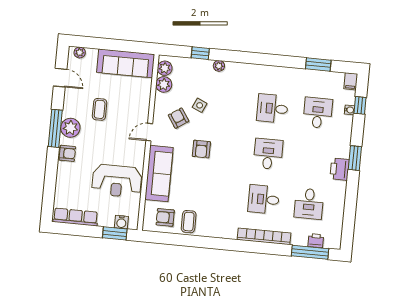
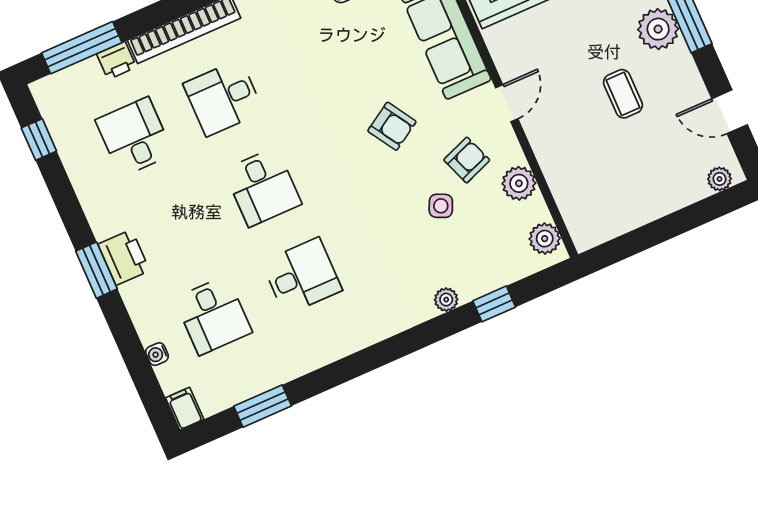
sofa: (126, 63) -> (623, 207), removed
plant: (164, 84) -> (519, 183), moved
window: (360, 105) -> (39, 140), moved
armchair: (179, 118) -> (467, 160), turned -77
armchair: (201, 149) -> (392, 126), turned 148
printer: (340, 169) -> (124, 257), moved
desk: (264, 199) -> (223, 98), turned 180
printer: (316, 241) -> (117, 60), moved

